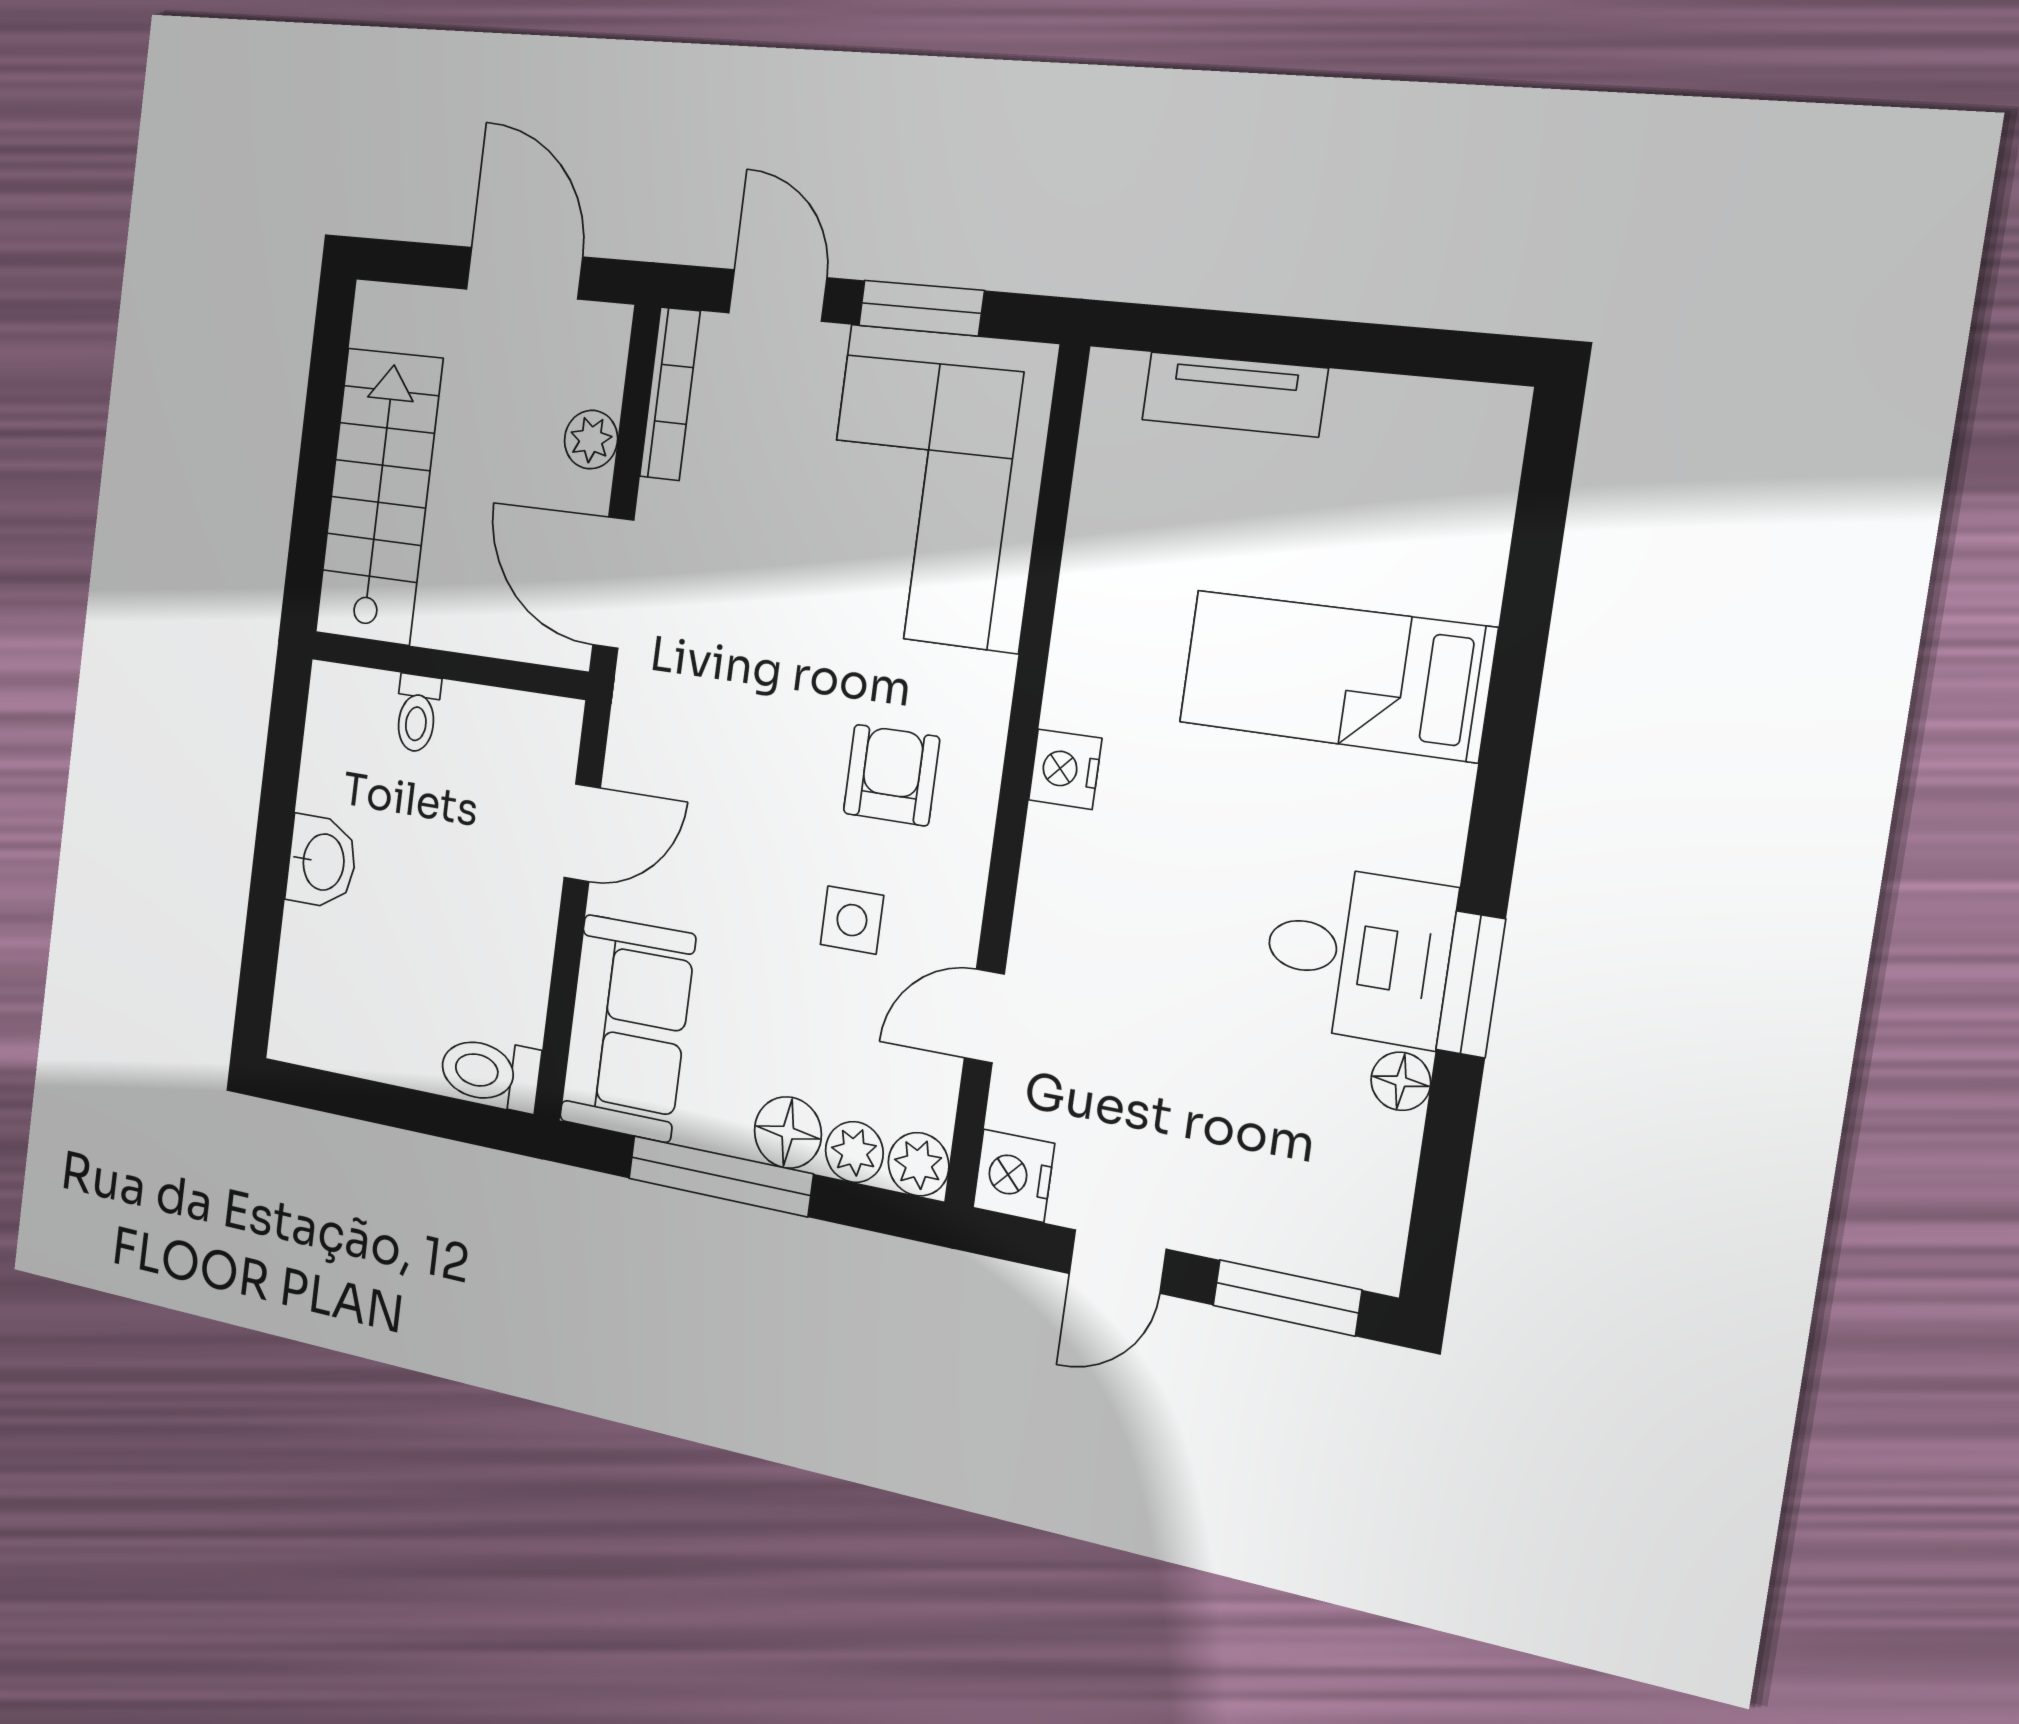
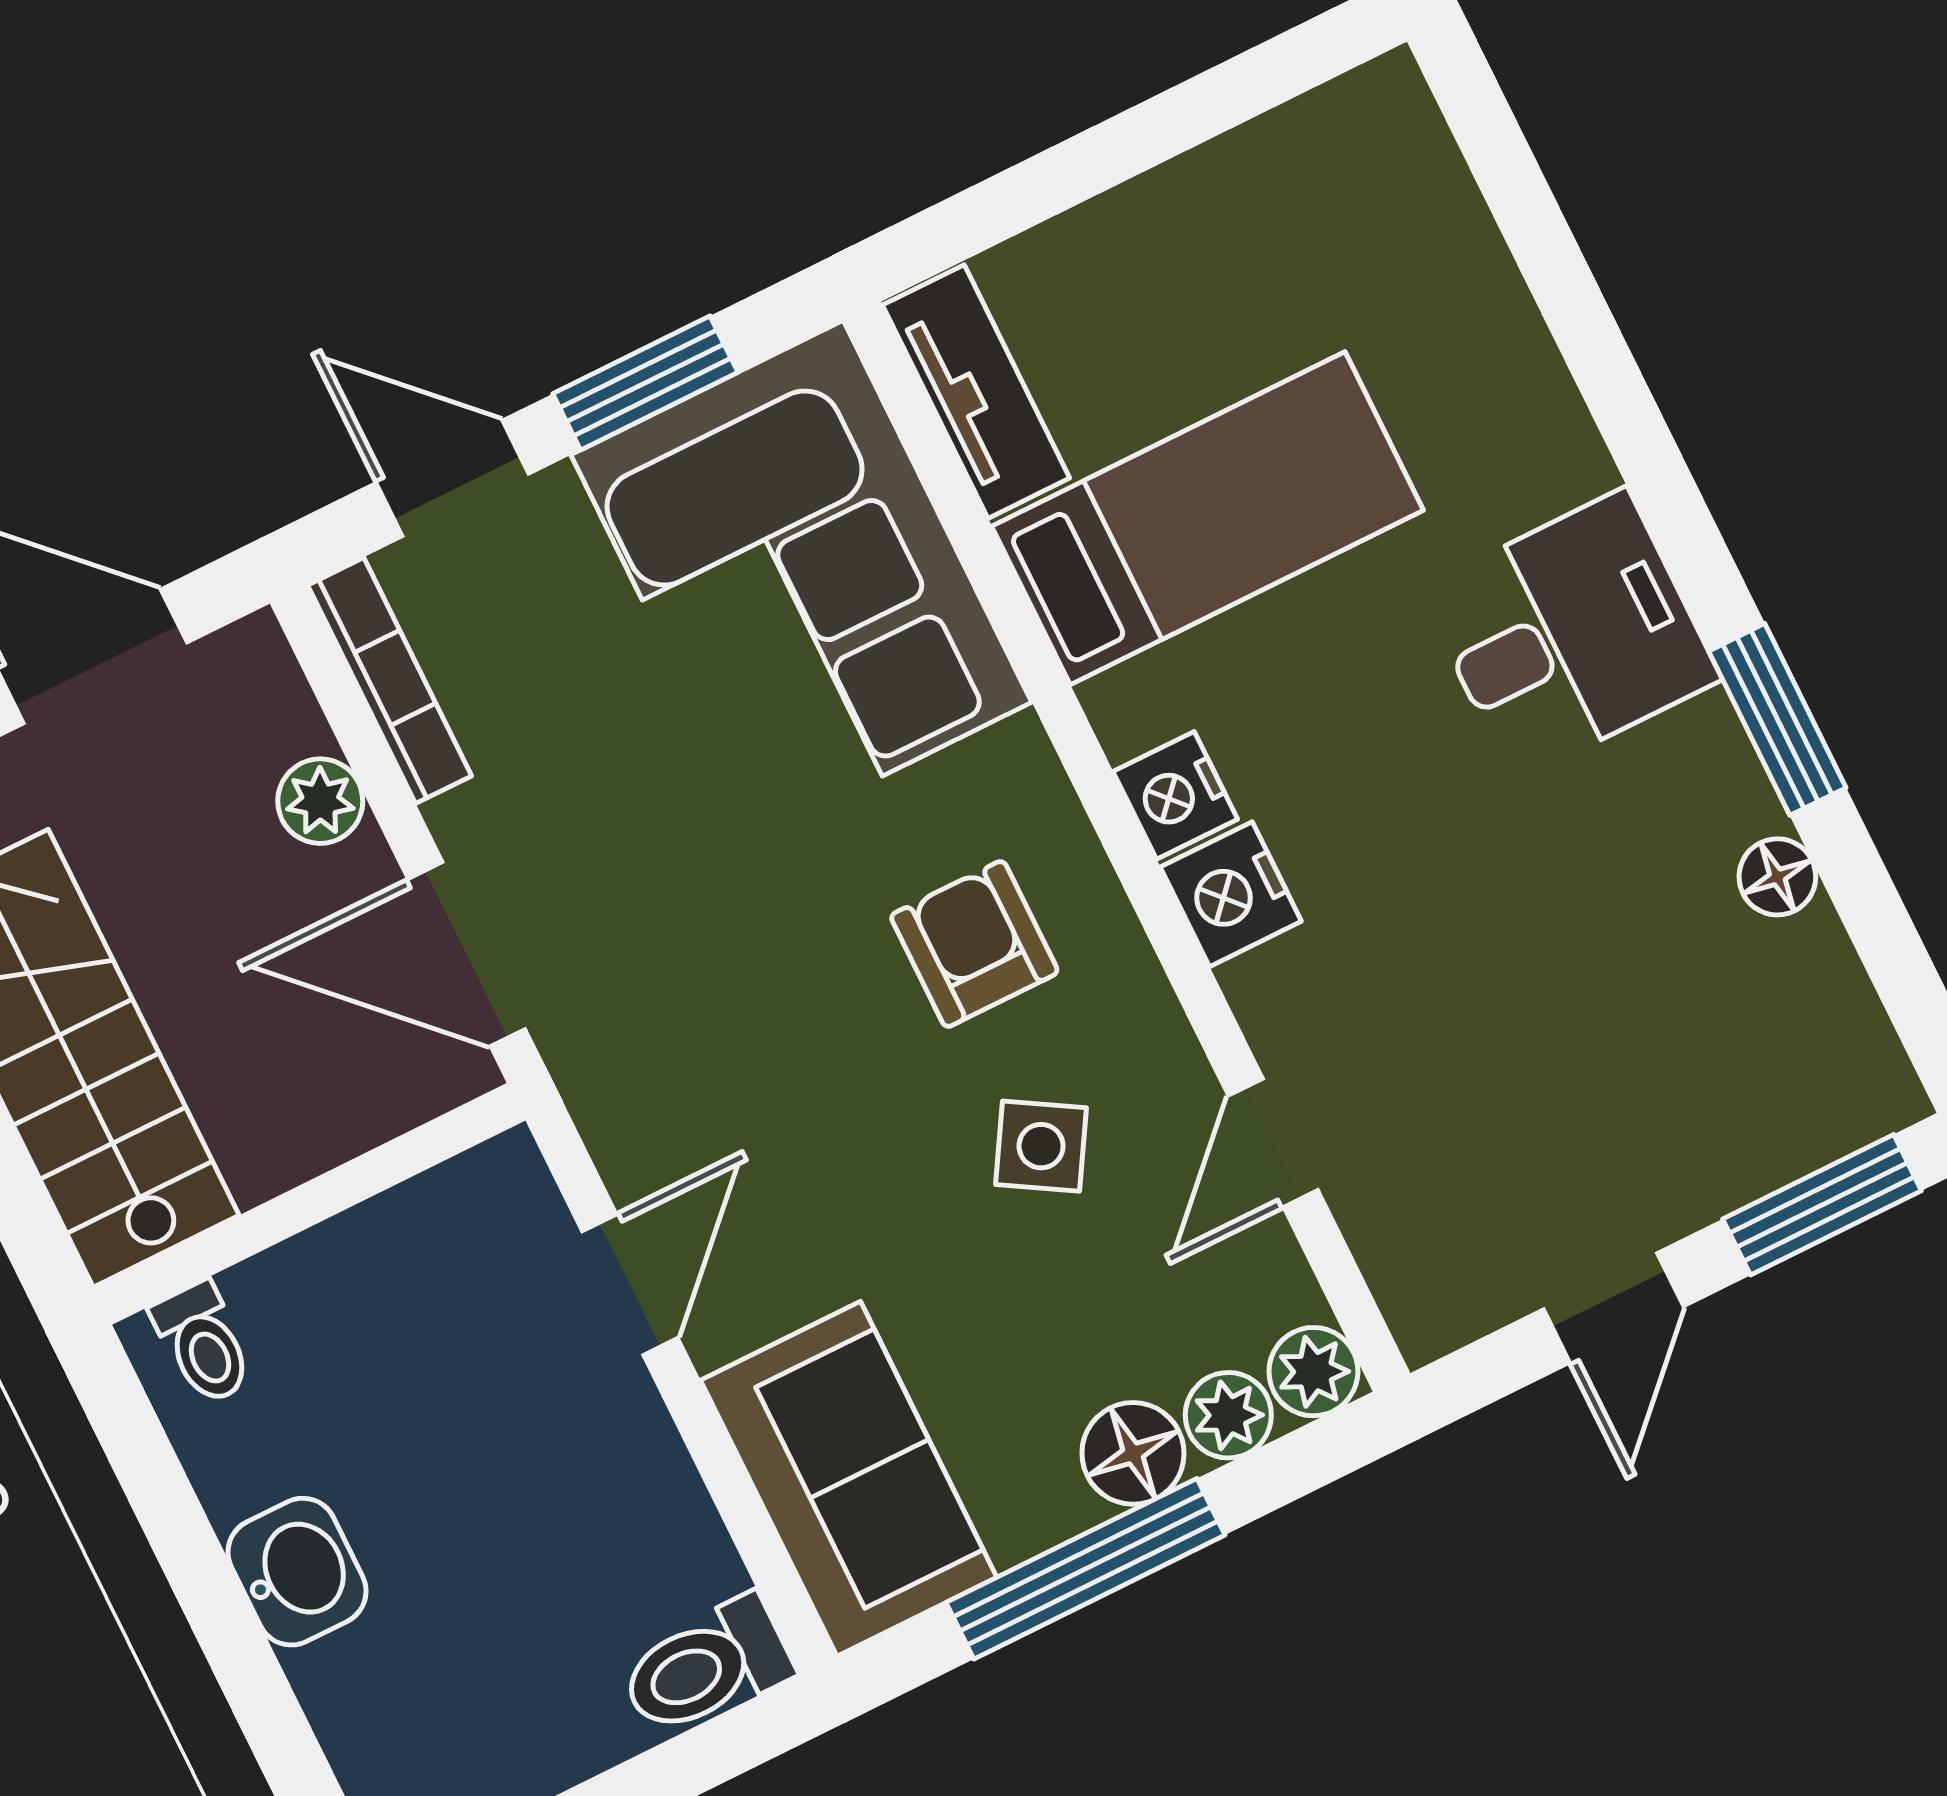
tv unit: (1234, 394) -> (976, 392), moved, turned -90
bed: (1336, 675) -> (1208, 518), moved, turned 180
toilet: (417, 713) -> (203, 1343), moved
side table: (852, 920) -> (1041, 1146), turned 31
desk: (1358, 955) -> (1570, 634), moved
nightstand: (1014, 1176) -> (1231, 894), moved

